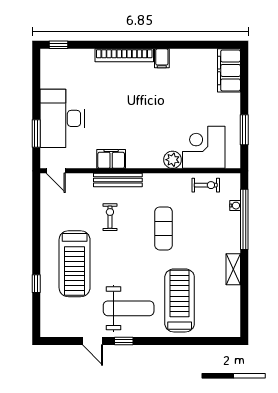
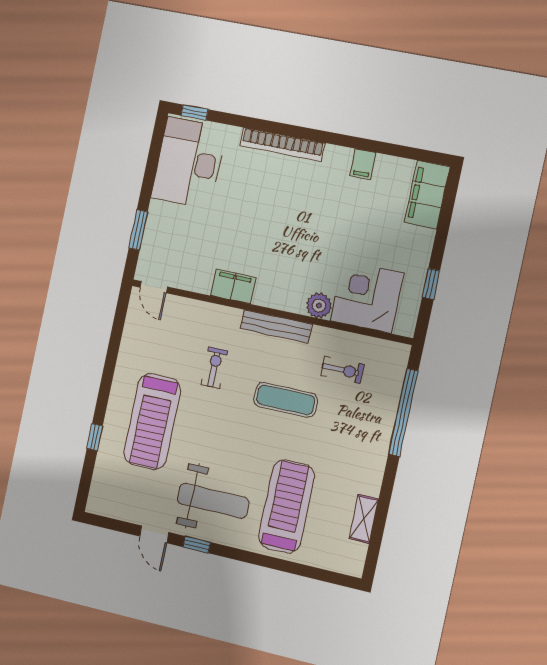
filing cabinet: (162, 58) -> (363, 164), moved
desk: (62, 118) -> (189, 163), moved
window: (244, 130) -> (431, 284), width x0.67
bench: (118, 180) -> (276, 326), moved
exercise bike: (206, 185) -> (342, 370), moved
water cooler: (235, 206) -> (394, 390), removed
exercise mat: (164, 228) -> (286, 400), turned 90
shelving: (233, 269) -> (364, 519), moved

